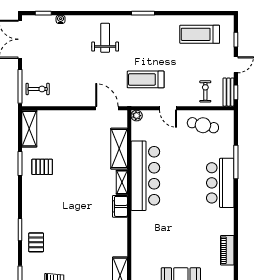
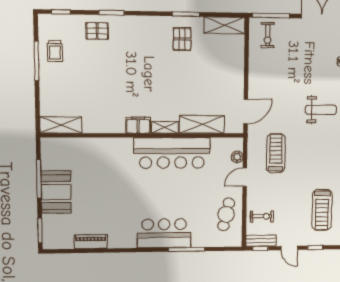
treadmill: (200, 34) -> (322, 210), turned 180
plant: (137, 116) -> (237, 157), moved

